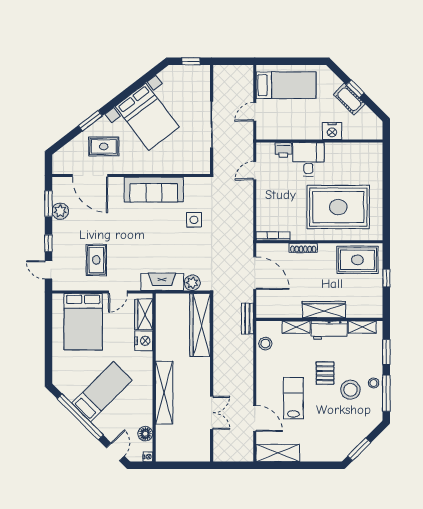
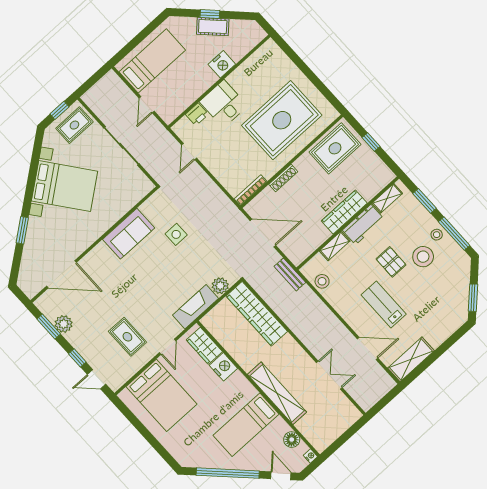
rug: (104, 146) -> (74, 125), moved
sofa: (154, 190) -> (129, 234), width x0.73
bed: (102, 392) -> (246, 425), moved, turned -135

